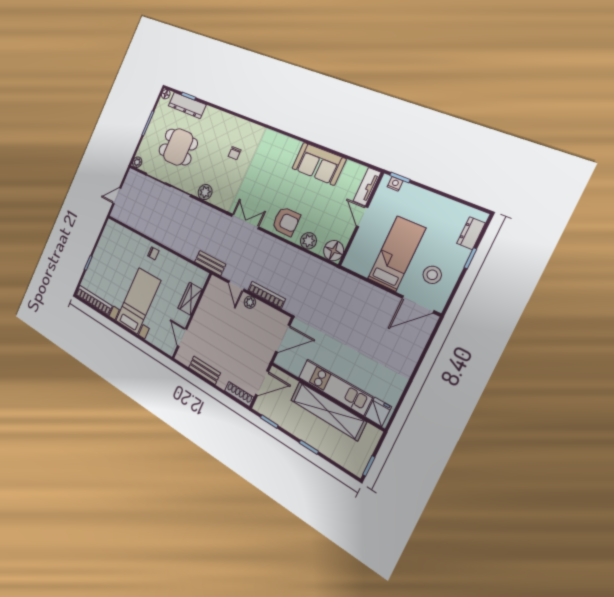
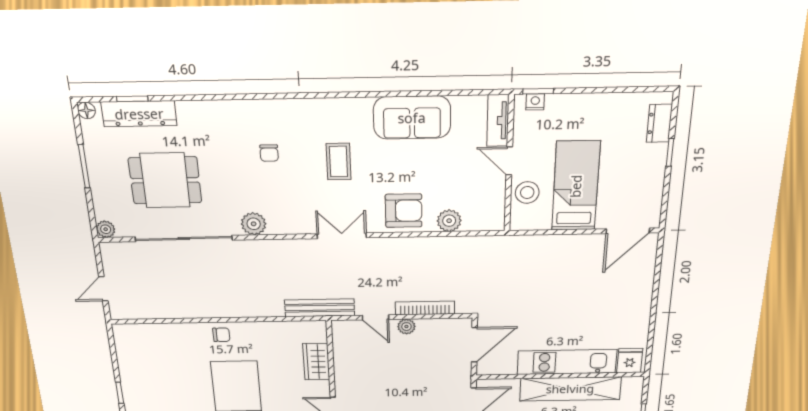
coffee table: (267, 174) -> (339, 162), added
floor lamp: (334, 251) -> (490, 218), removed
bench: (210, 263) -> (320, 308), width x1.36
stool: (432, 275) -> (527, 192), moved

